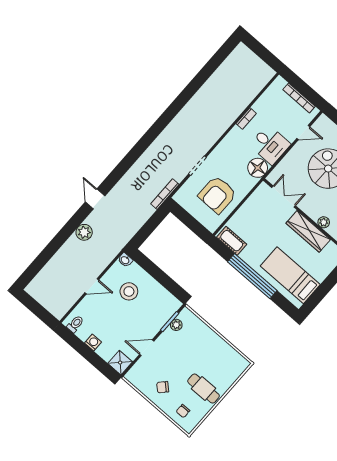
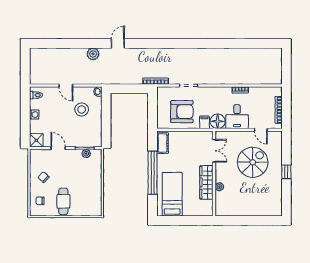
filing cabinet: (247, 182) -> (204, 122), added
armchair: (217, 195) -> (182, 112), turned 180

